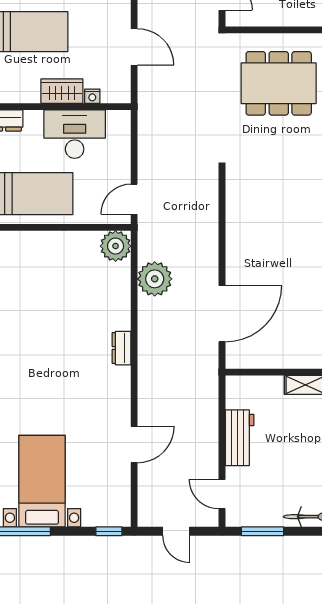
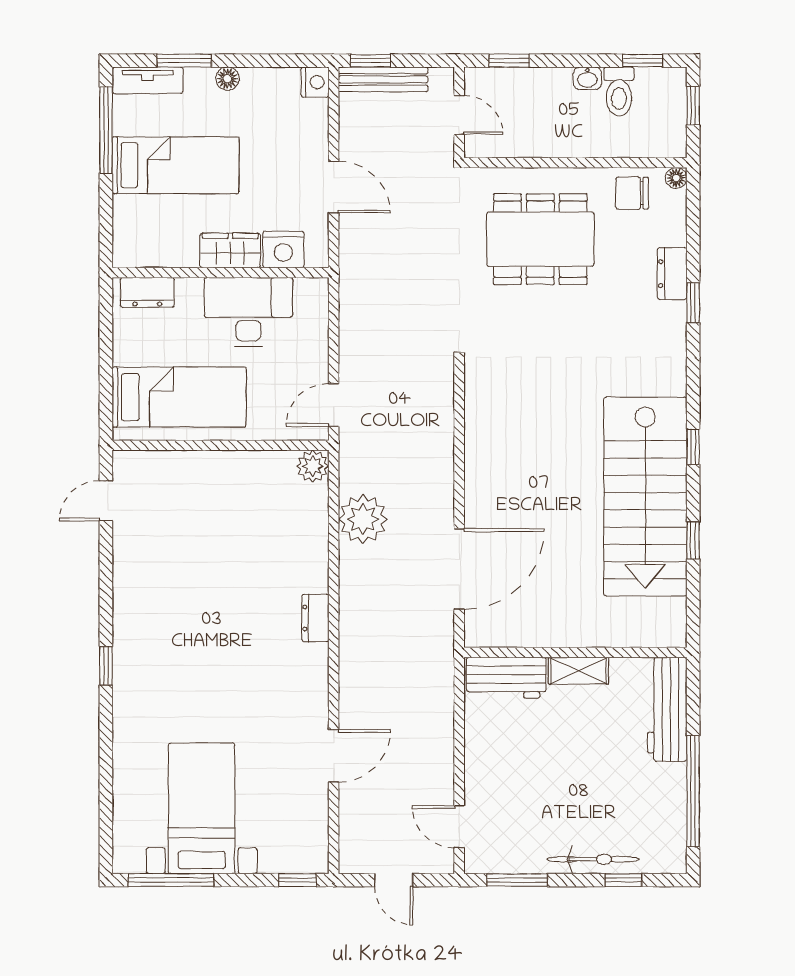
nightstand: (92, 96) -> (283, 249), width x1.89, depth x1.79
plant: (116, 246) -> (313, 466), width x0.73, depth x0.73
workbench: (240, 438) -> (506, 678), moved, turned 90

